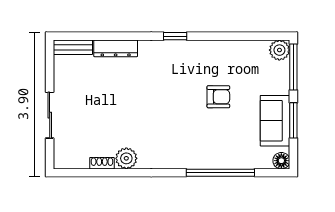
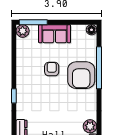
window: (293, 120) -> (66, 22), removed
sofa: (275, 121) -> (55, 34), moved
armchair: (209, 144) -> (81, 75), added

